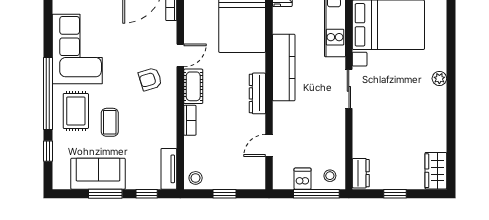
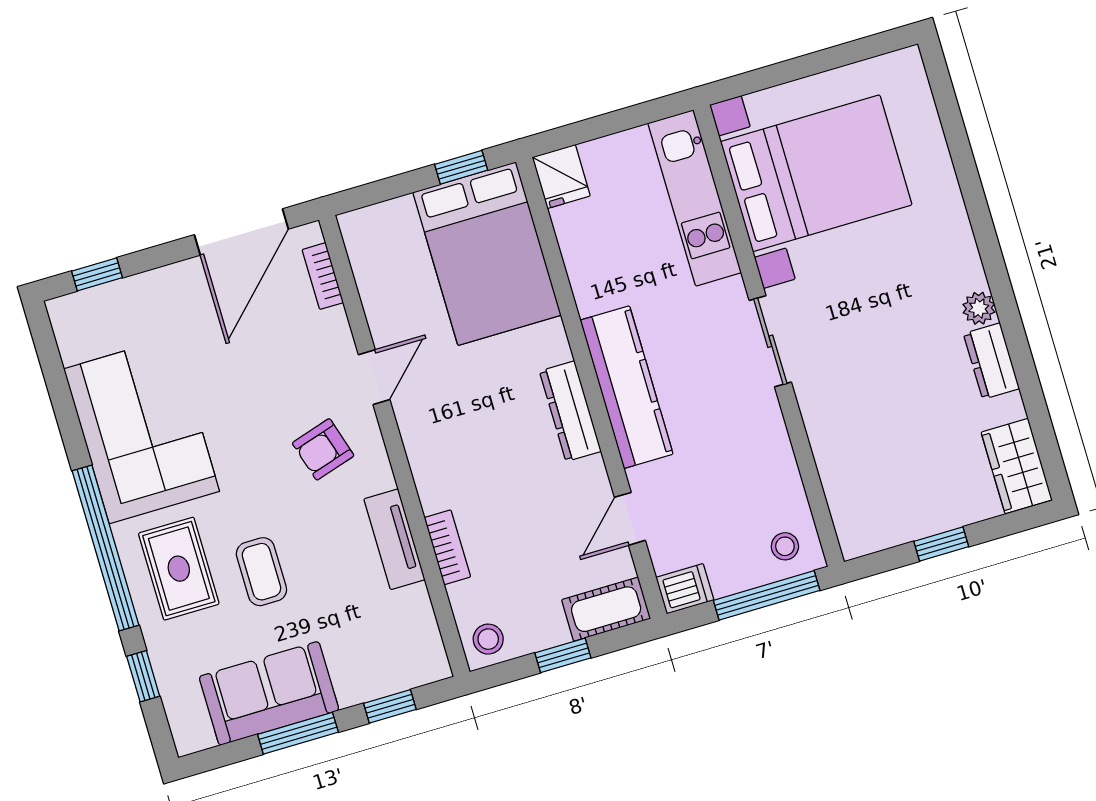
kitchen counter: (284, 67) -> (627, 387), moved
plant: (439, 78) -> (979, 308), moved
cot: (193, 86) -> (606, 609), moved, turned 90
bookcase: (190, 120) -> (447, 547), moved
tv unit: (169, 169) -> (394, 539), moved
dresser: (361, 173) -> (991, 361), moved, turned 180
dishwasher: (303, 179) -> (685, 589), moved, turned 90

